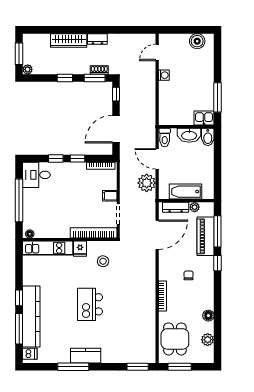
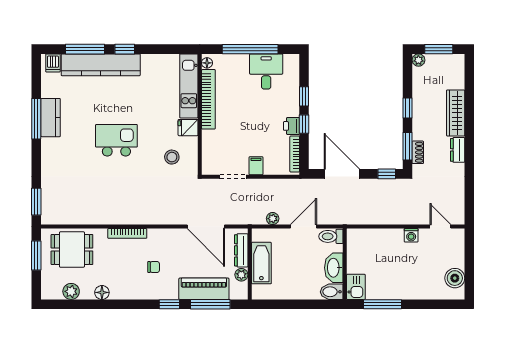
printer: (79, 168) -> (291, 126), added
desk: (36, 175) -> (266, 71), moved
plant: (147, 183) -> (273, 219), width x0.53, depth x0.53
bookcase: (94, 233) -> (208, 99), moved
kitchen counter: (86, 356) -> (51, 118), moved

